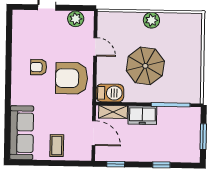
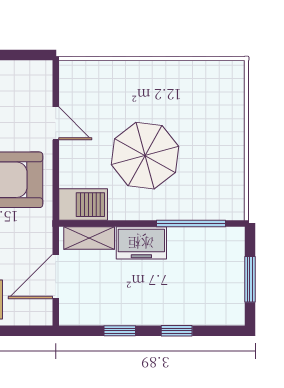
plant: (76, 19) -> (20, 74), removed
plant: (151, 20) -> (155, 74), removed
door: (94, 133) -> (56, 276), swing flipped
window: (116, 164) -> (120, 331), moved

